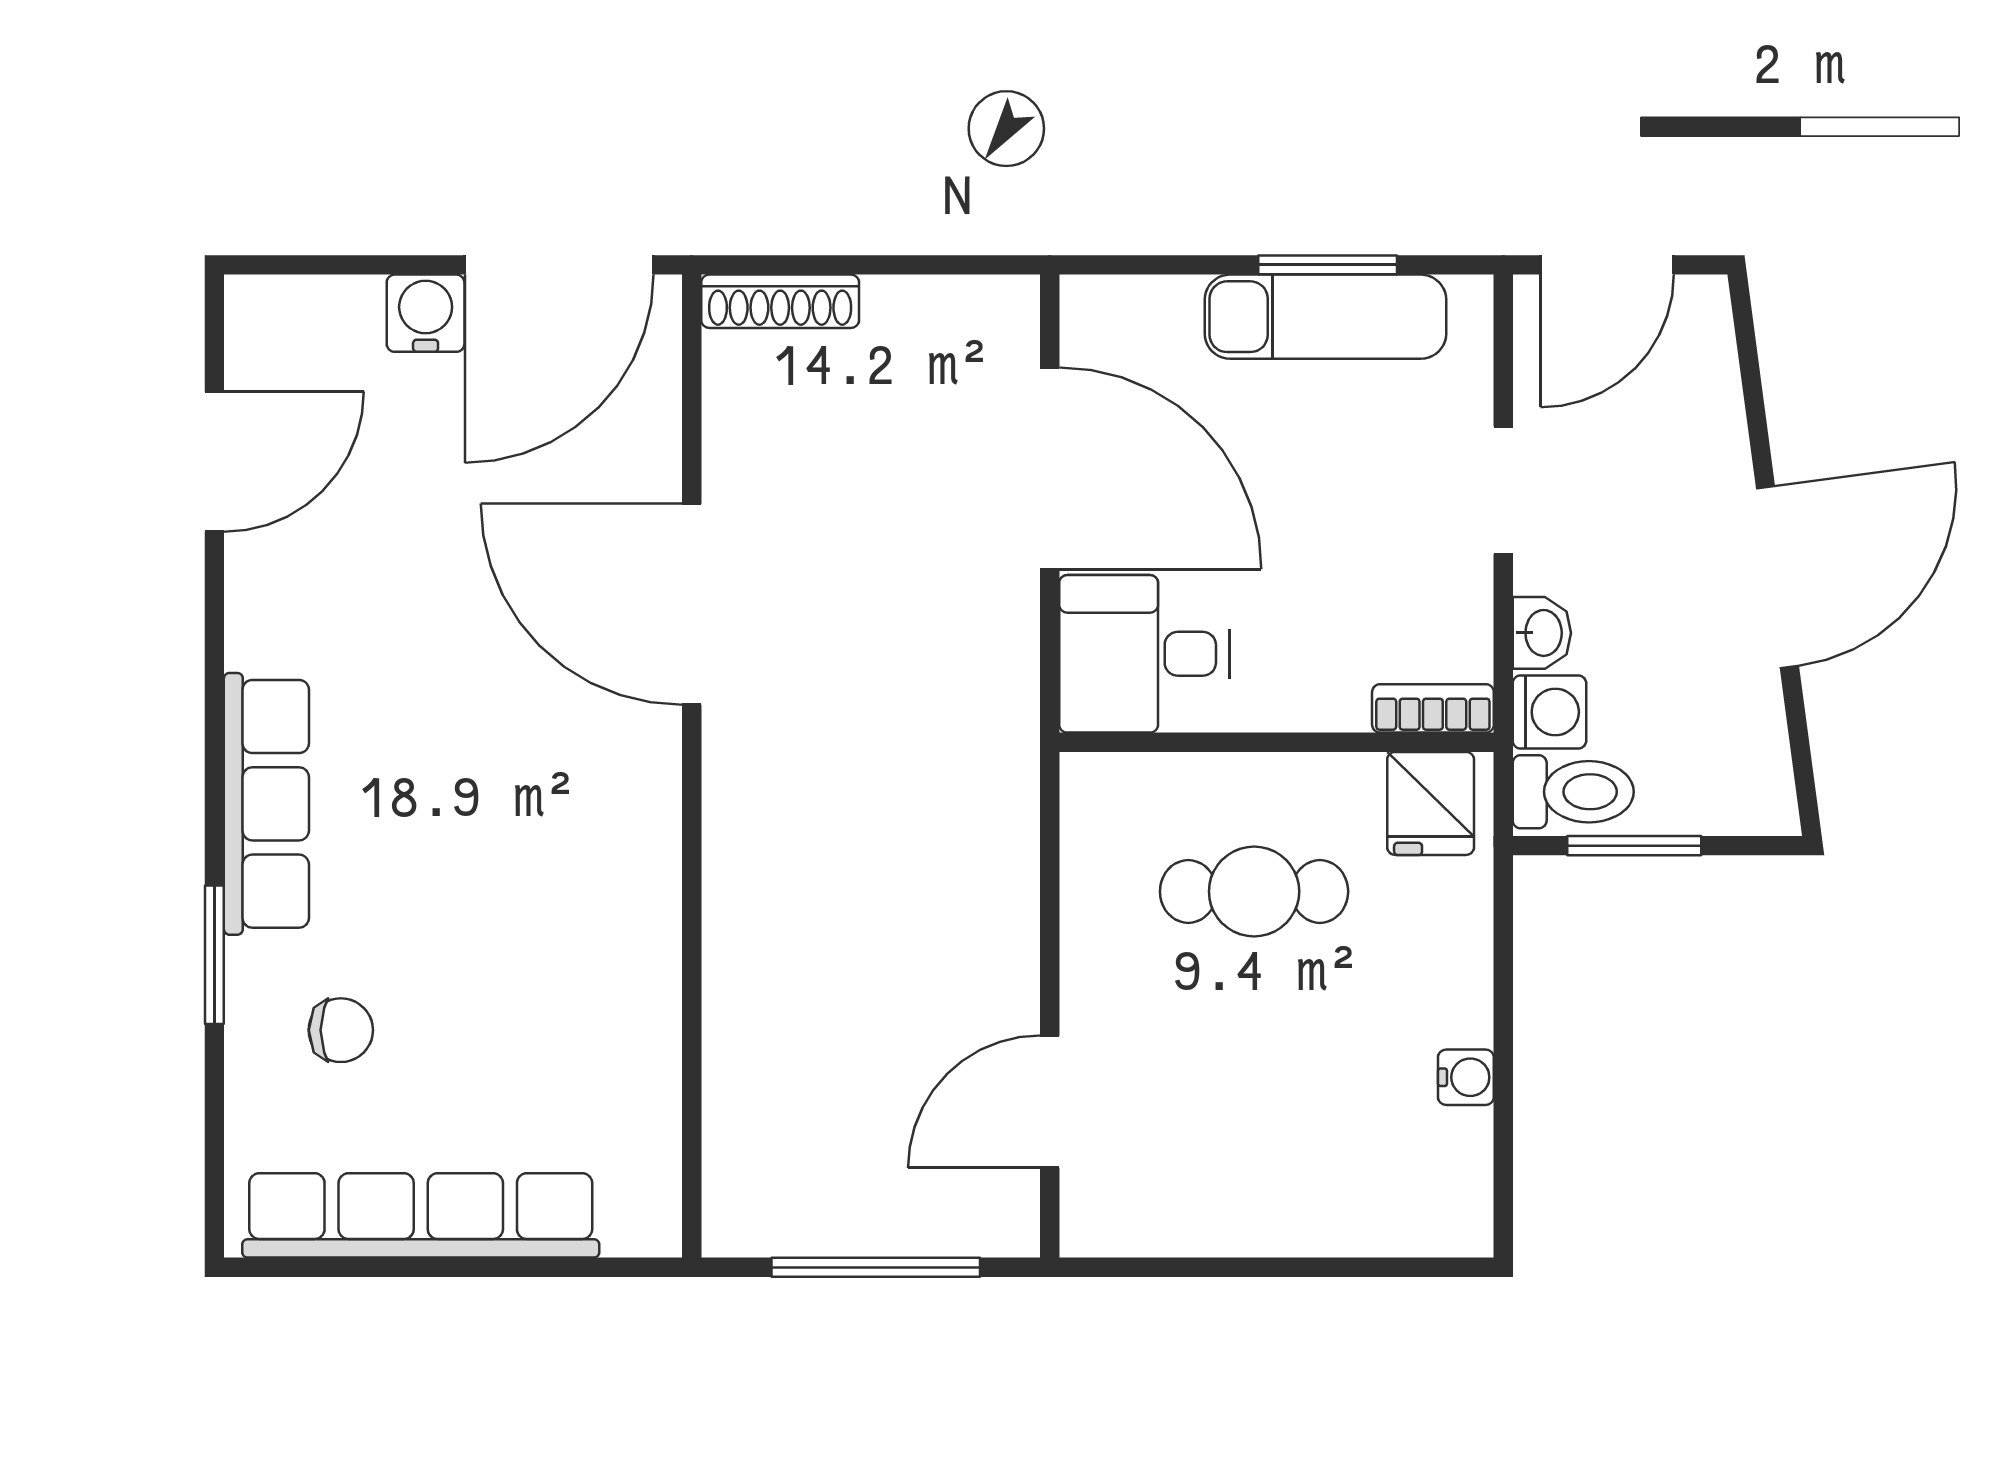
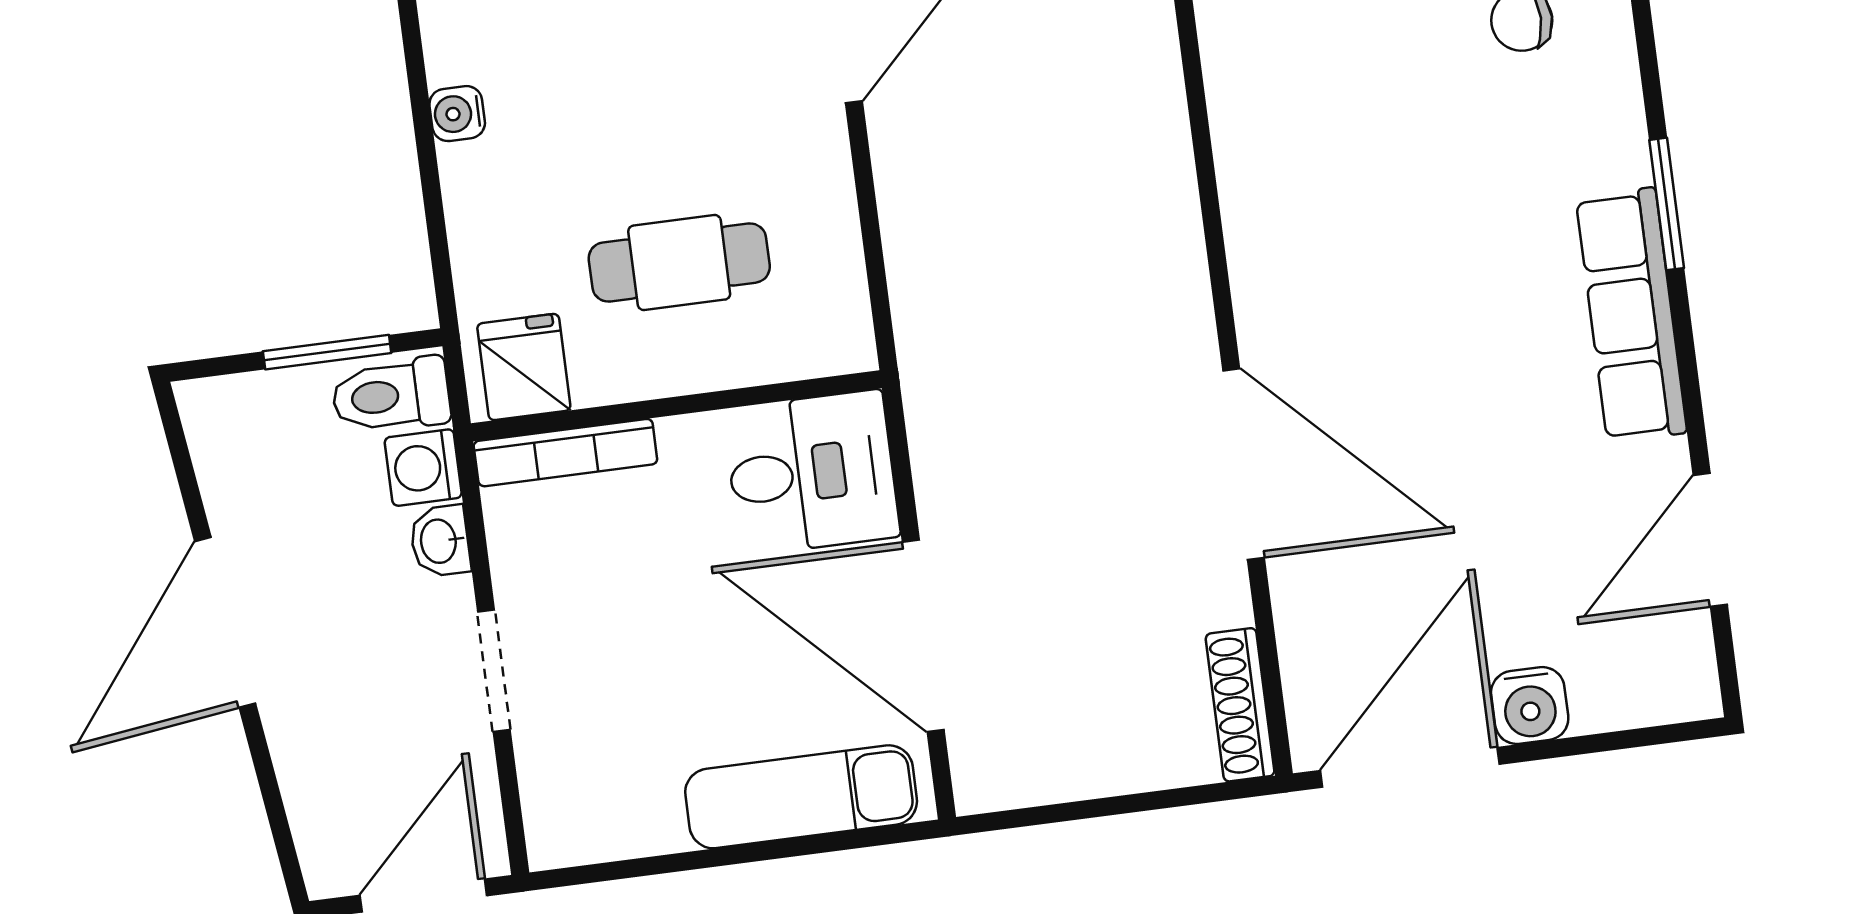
window: (1328, 265) -> (687, 861), removed
shoe rack: (780, 301) -> (1240, 705), moved, turned -90
exam couch: (1325, 317) -> (801, 797), moved
bookcase: (1433, 708) -> (565, 453), width x1.56
row of seats: (266, 804) -> (1631, 315), moved
window: (214, 955) -> (1667, 204), moved

